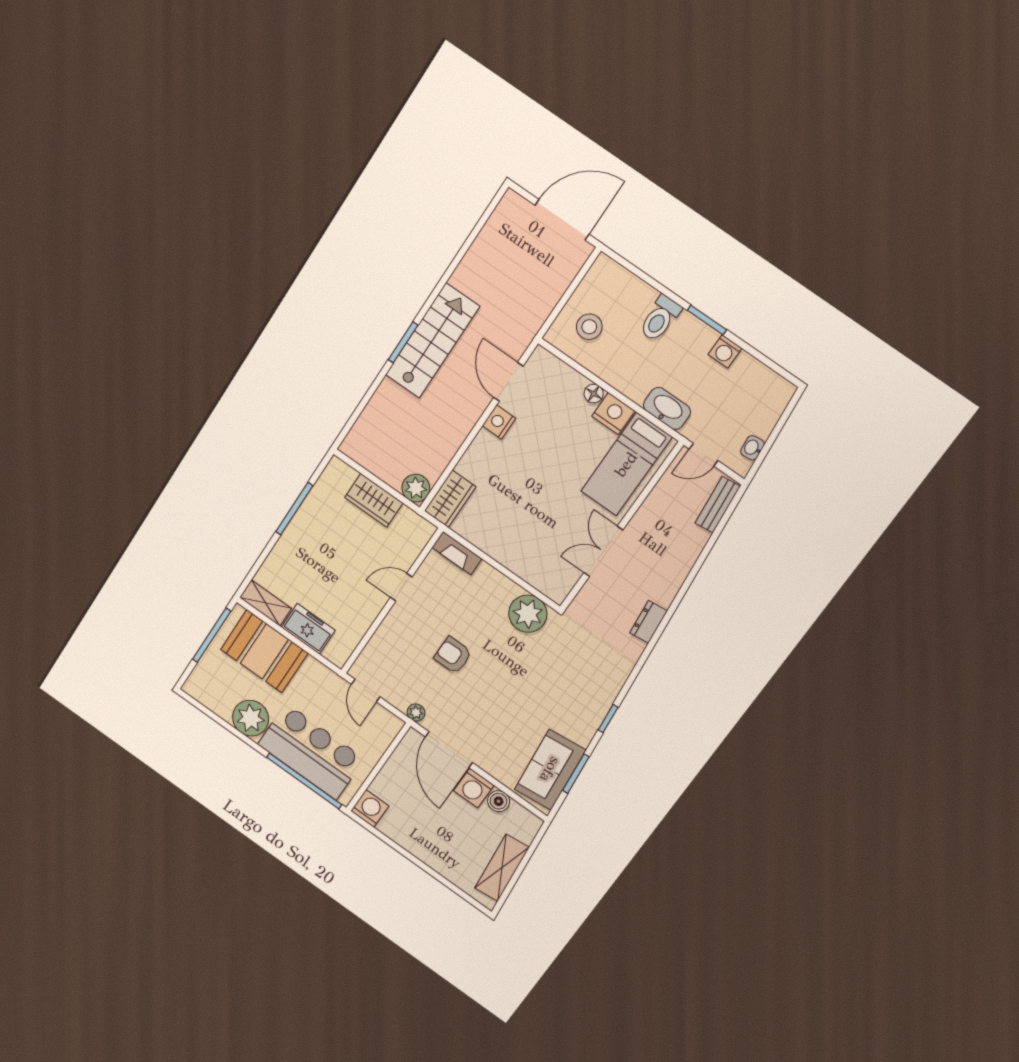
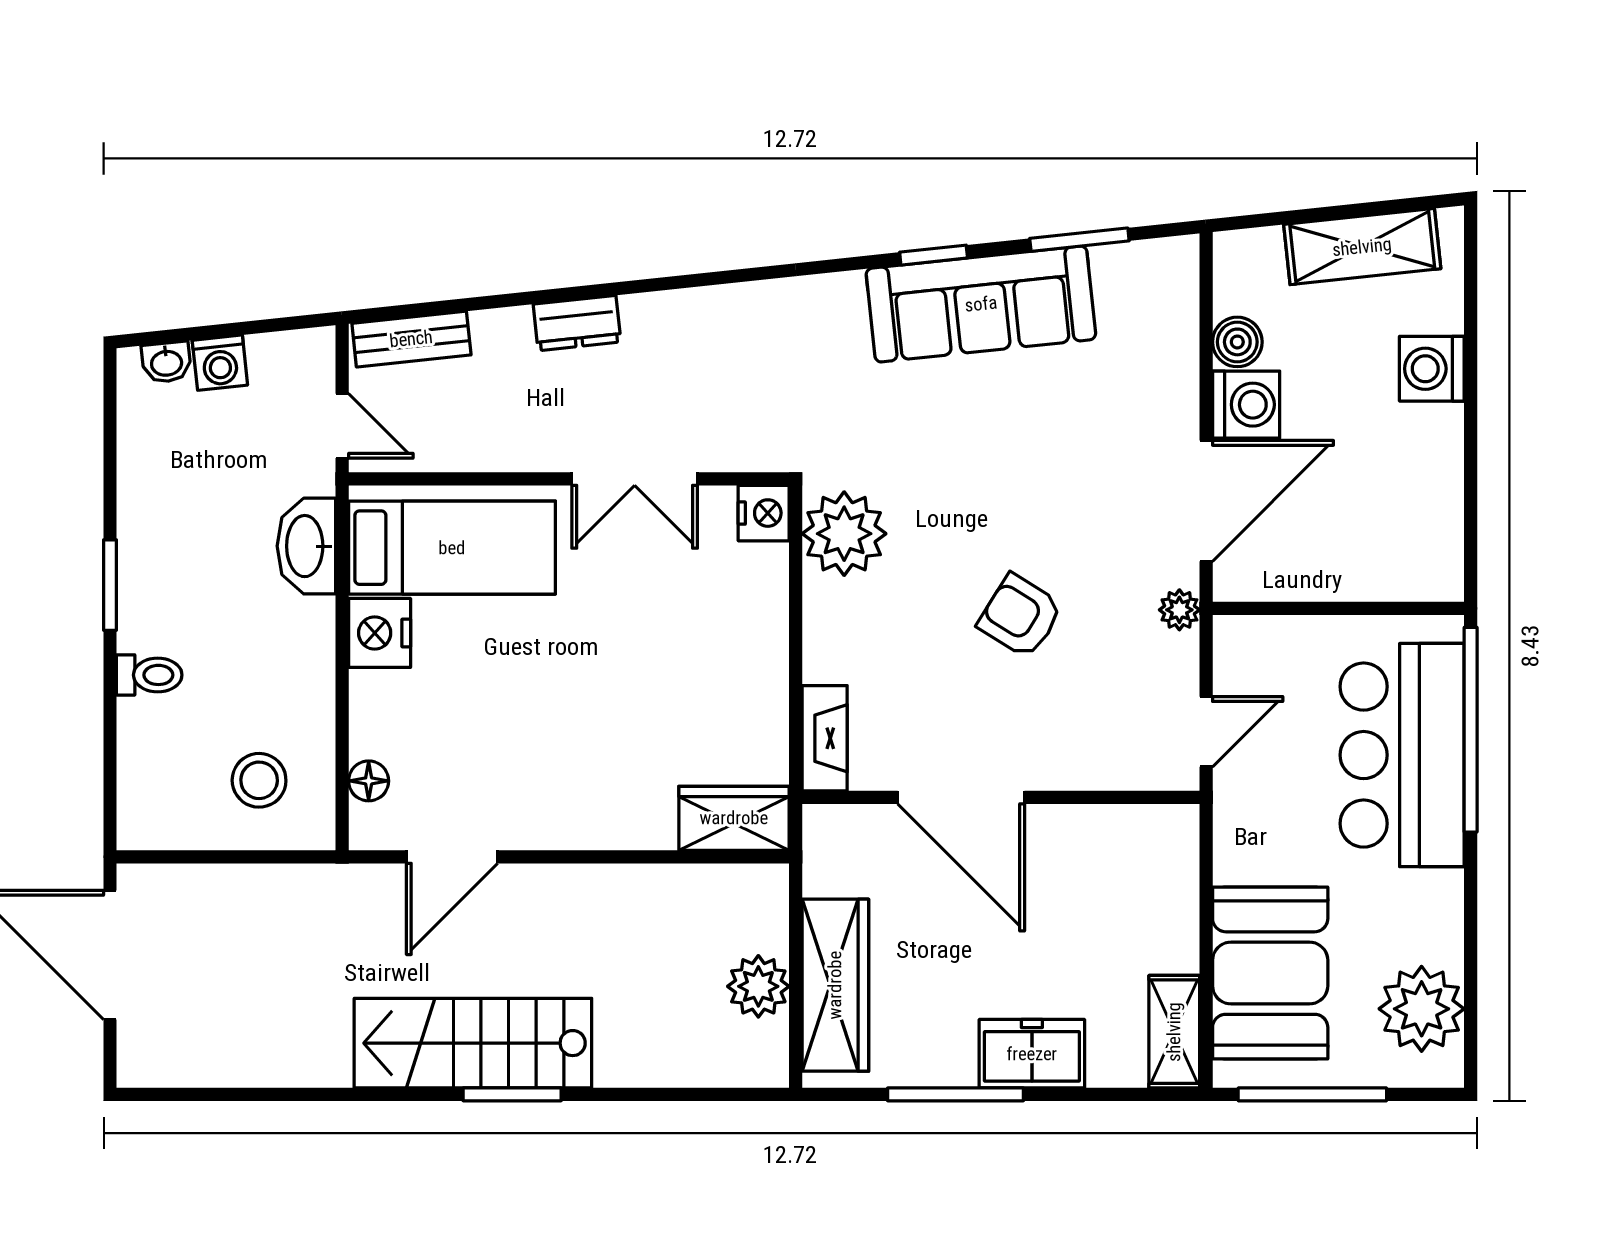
toilet: (660, 318) -> (149, 675), width x0.73, depth x0.72
washing machine: (725, 351) -> (220, 363), moved, turned 84
floor lamp: (594, 394) -> (369, 781), moved
nightstand: (499, 422) -> (764, 513), moved, turned -90
washbasin: (752, 448) -> (166, 362), moved
plant: (416, 488) -> (758, 986), moved
wardrobe: (374, 500) -> (835, 985), width x1.50
door: (401, 587) -> (961, 797), width x1.87
dresser: (649, 622) -> (577, 323), moved
freezer: (308, 629) -> (1032, 1054), moved, turned 90
armchair: (453, 655) -> (1020, 616), turned 122
plant: (251, 718) -> (1422, 1009), moved
sofa: (550, 770) -> (981, 304), moved, width x1.36
washing machine: (370, 809) -> (1432, 369), moved

